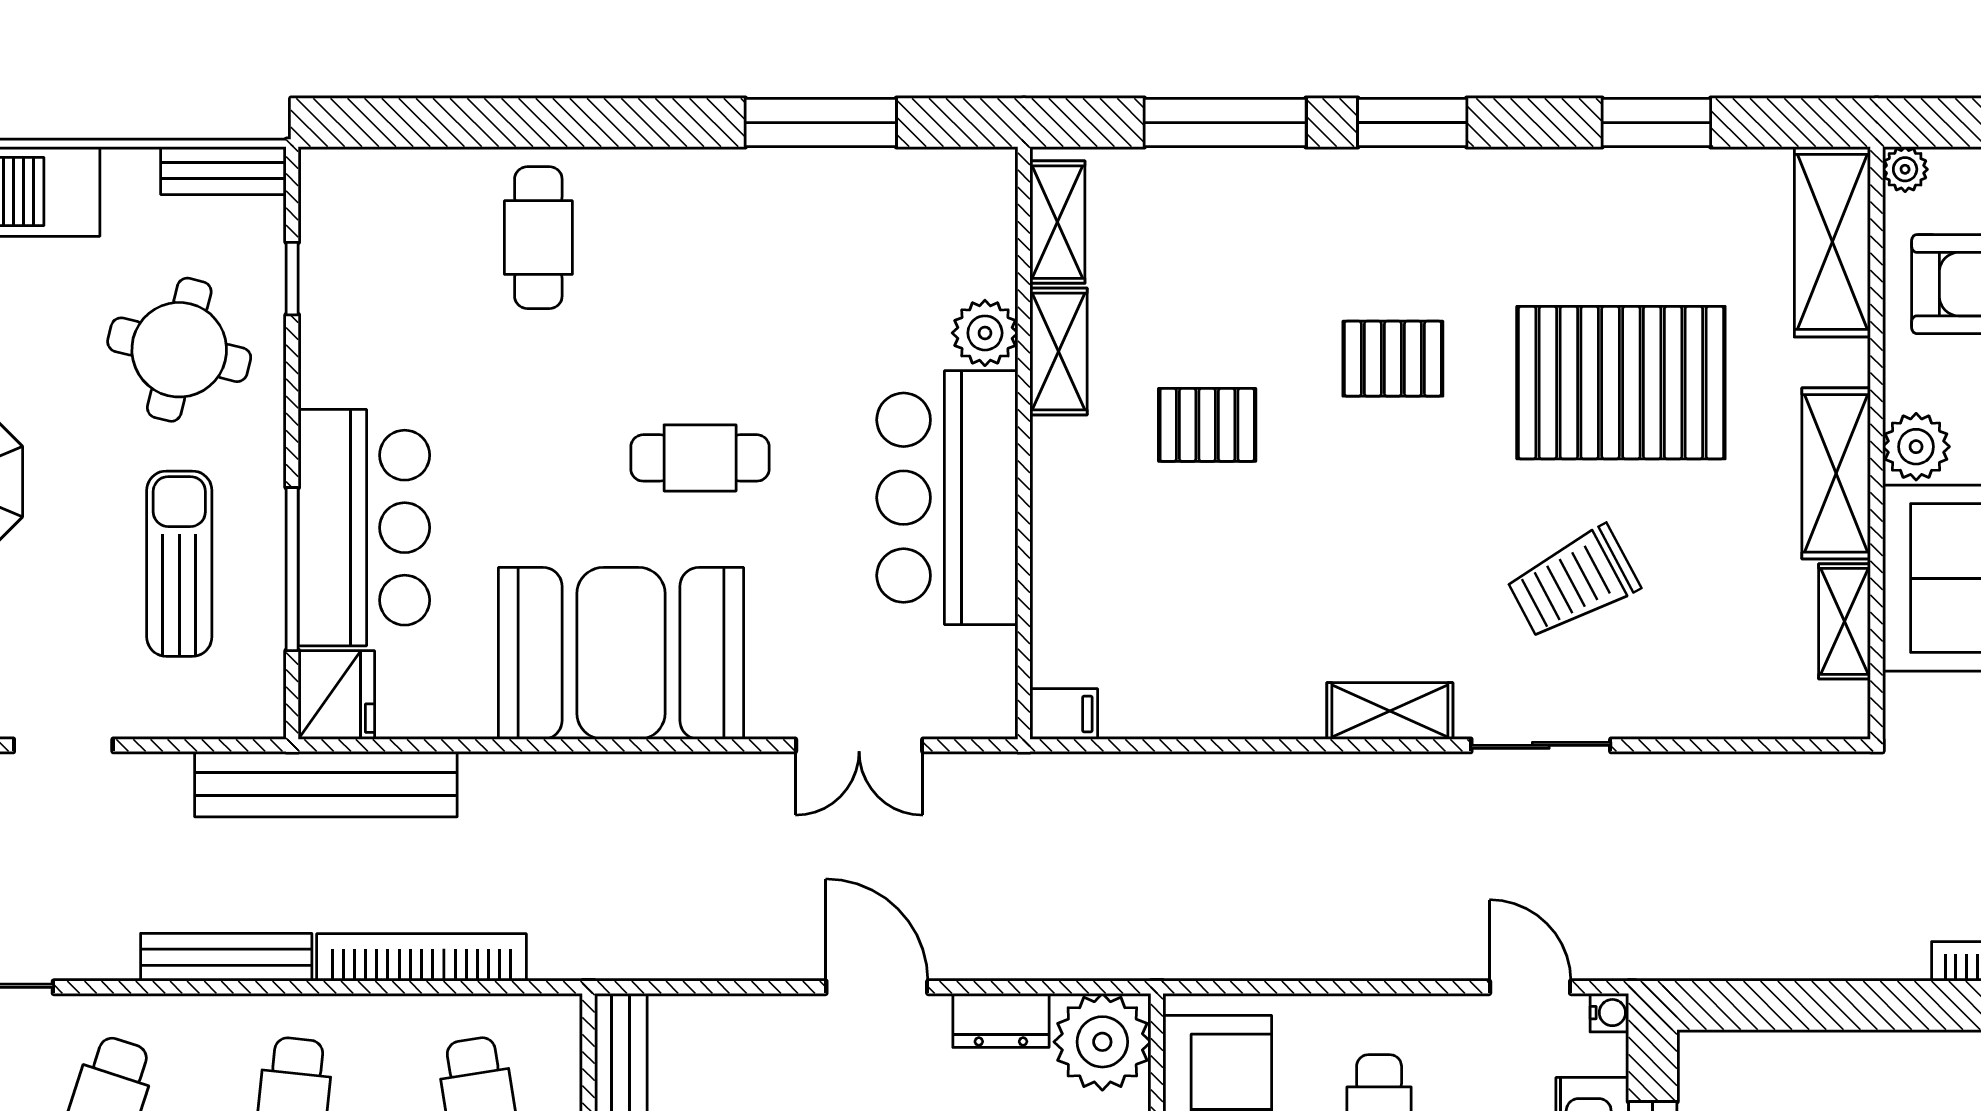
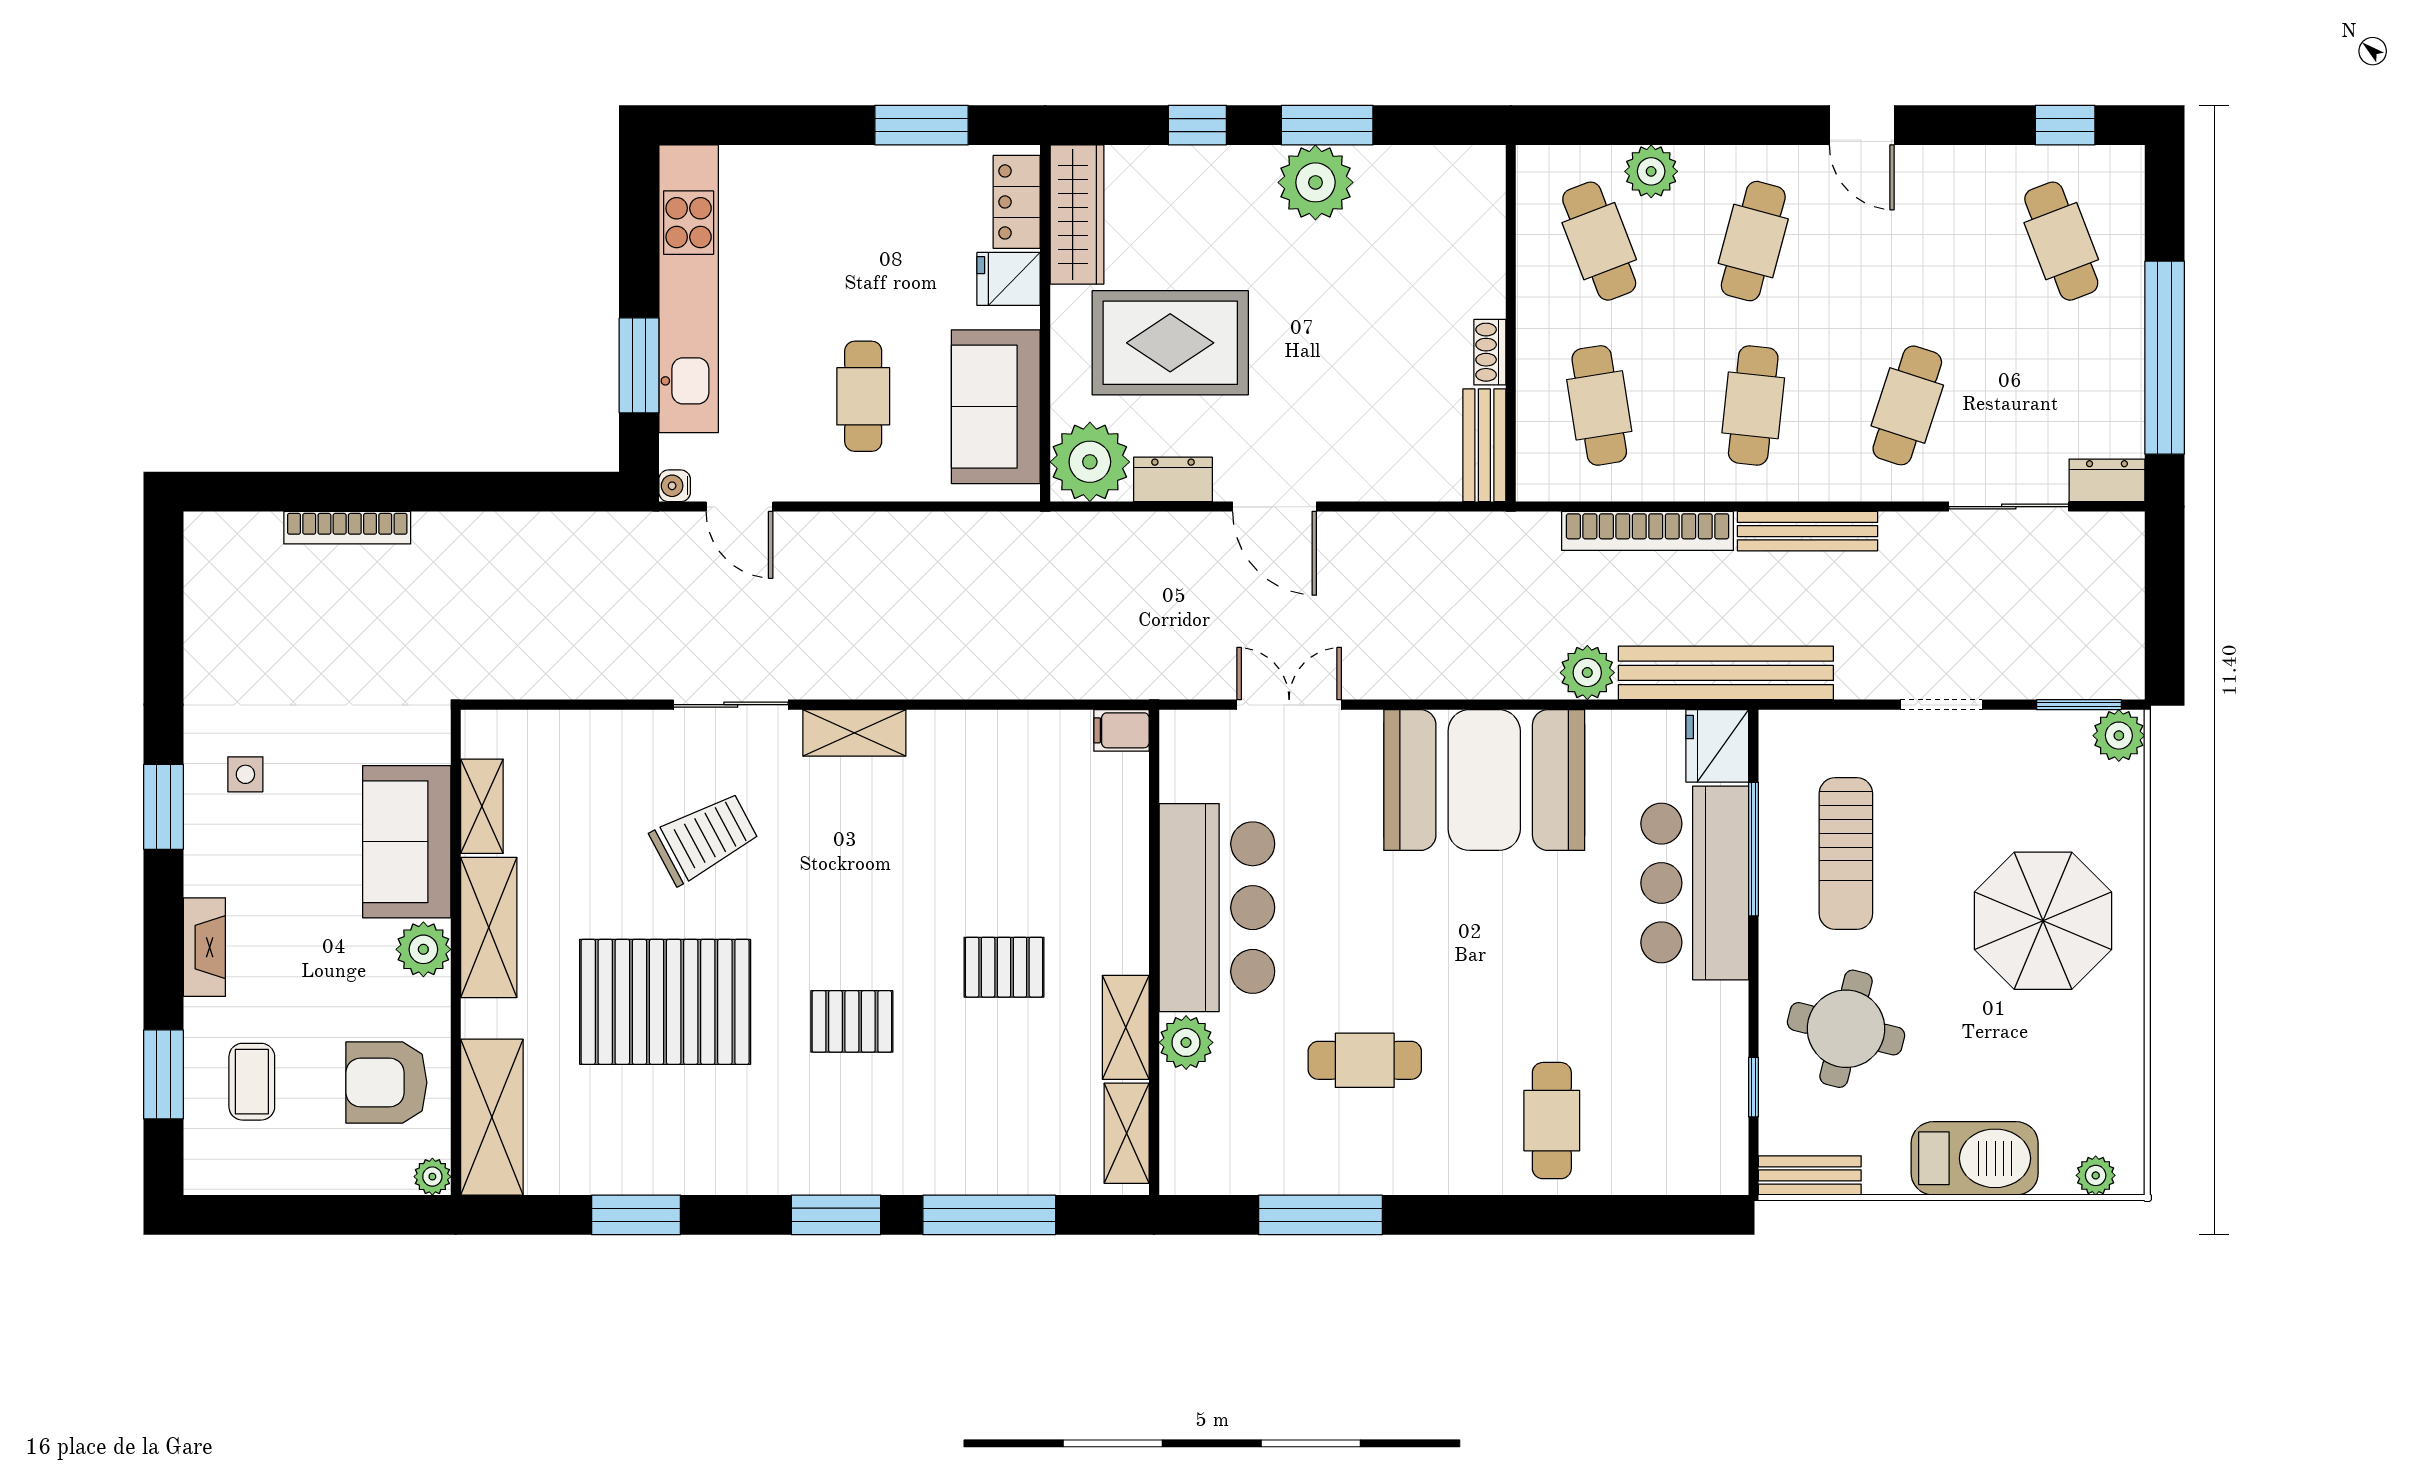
cafe table: (700, 458) -> (1365, 1060), moved
plant: (495, 785) -> (1587, 673), added

